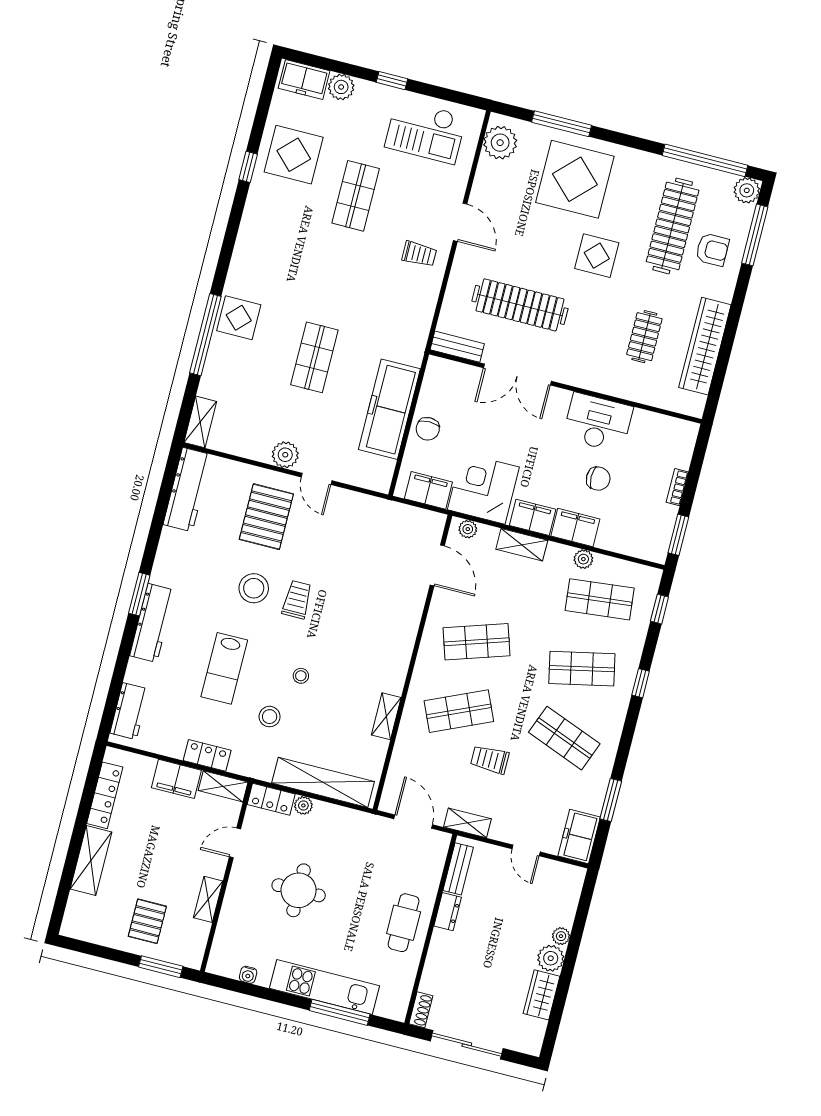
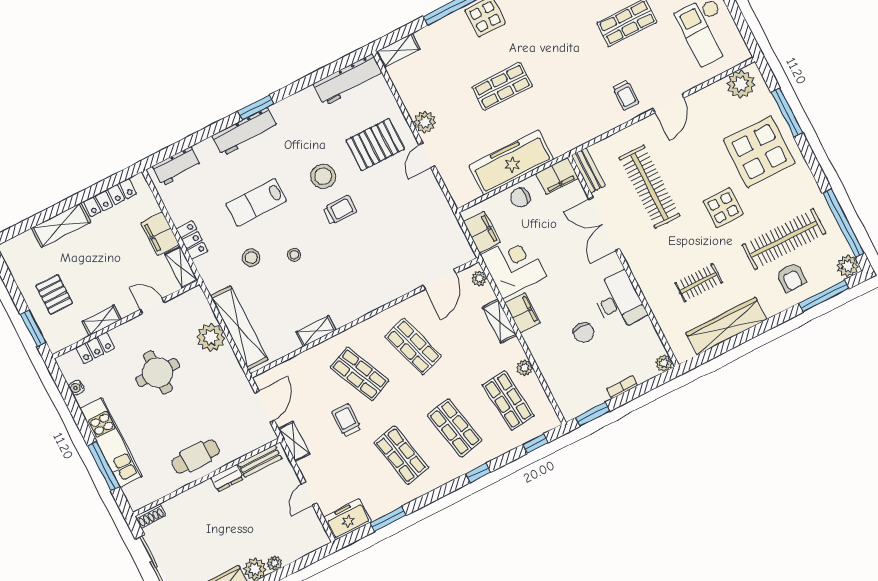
plant: (689, 431) -> (664, 363), added
filing cabinet: (575, 528) -> (557, 176), moved, turned 90
shop shelf: (564, 738) -> (401, 455), turned -33
locker: (271, 799) -> (95, 348), moved, turned -90
plant: (303, 805) -> (211, 337), width x1.88, depth x1.88
pallet: (147, 921) -> (54, 294), turned 90

